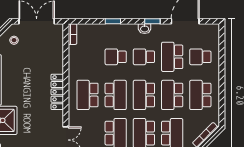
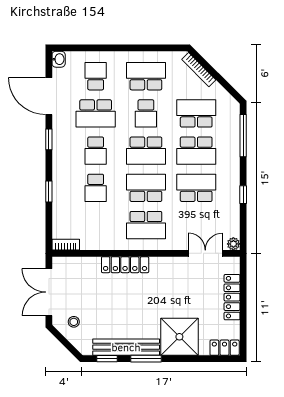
washbasin: (145, 29) -> (59, 59), moved
school desk: (200, 57) -> (96, 76), turned 180
locker: (57, 92) -> (125, 265), moved
school desk: (172, 95) -> (146, 113), width x0.54
school desk: (200, 95) -> (146, 76), turned 180

